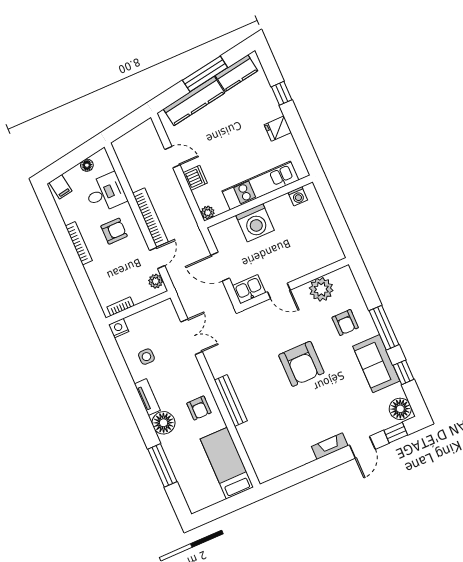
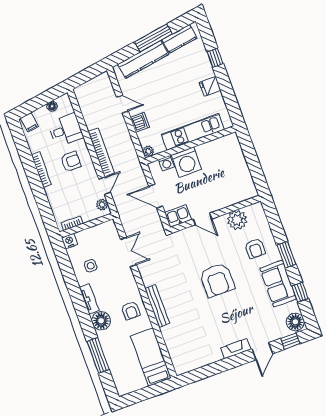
washing machine: (298, 196) -> (166, 163), moved
window: (384, 328) -> (286, 255), width x0.69

